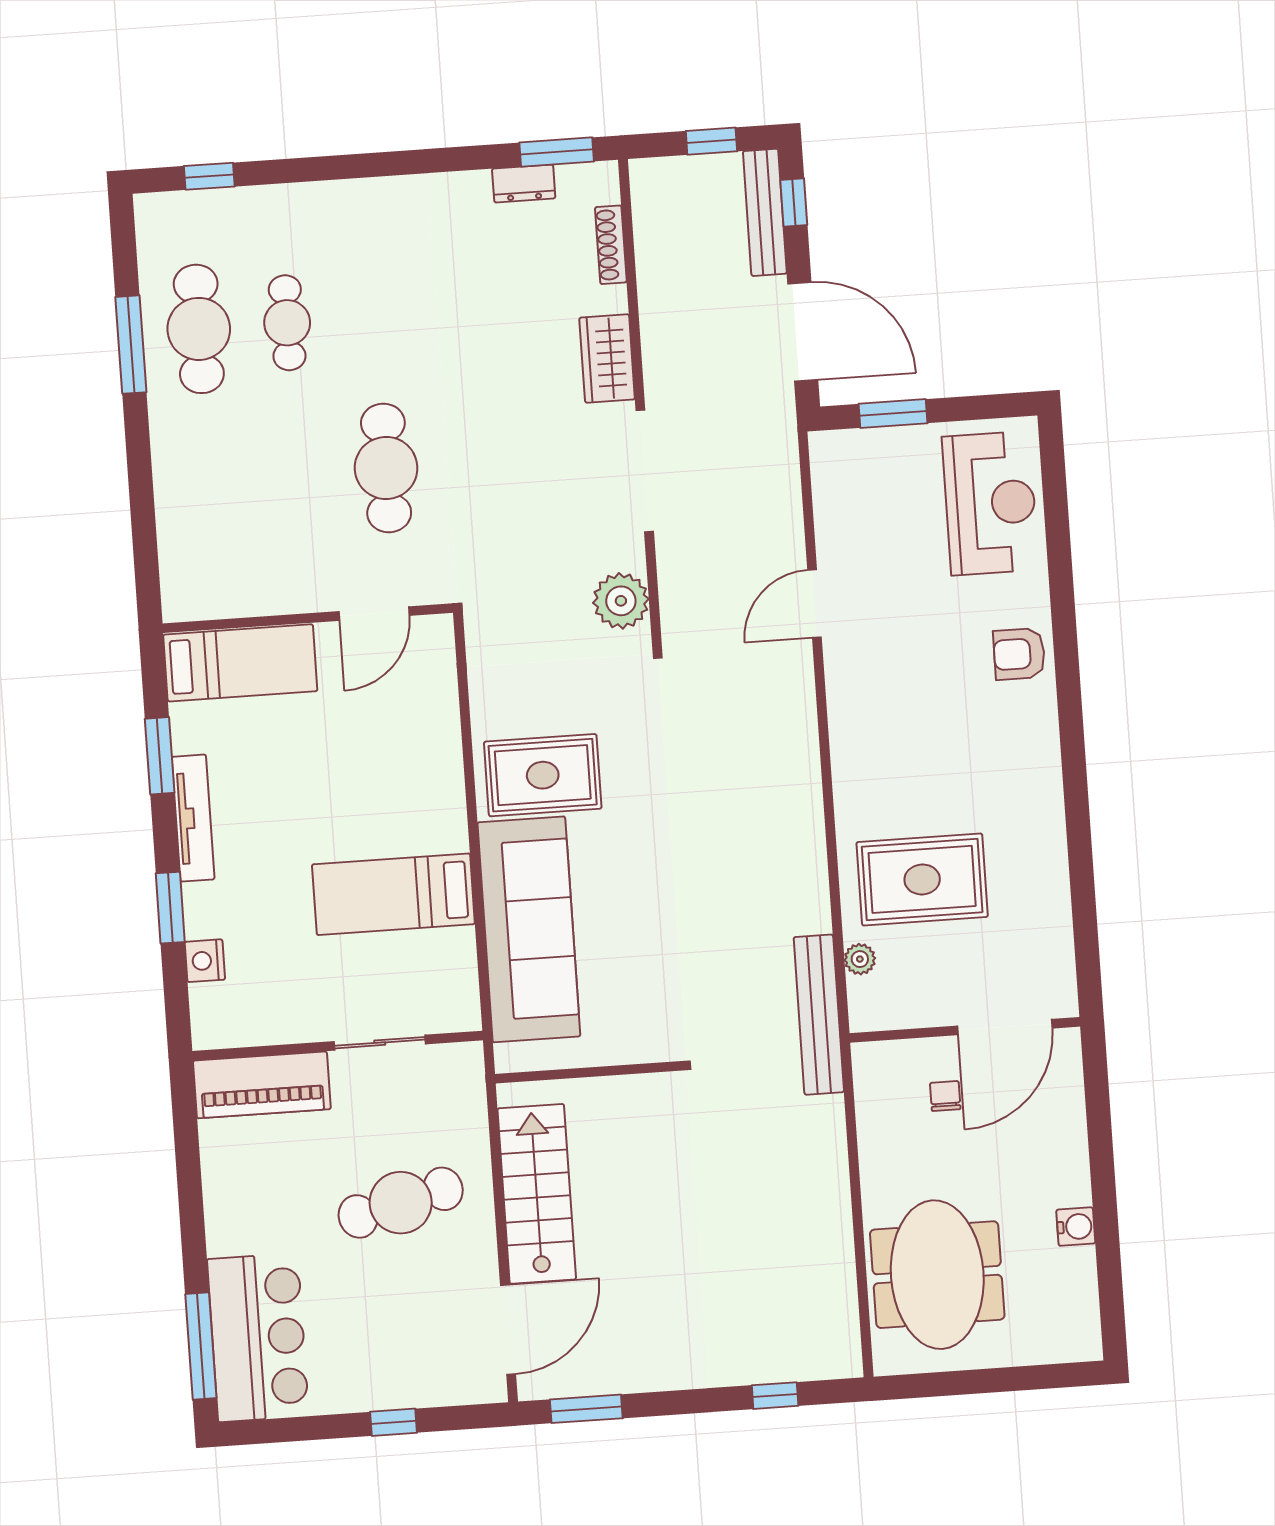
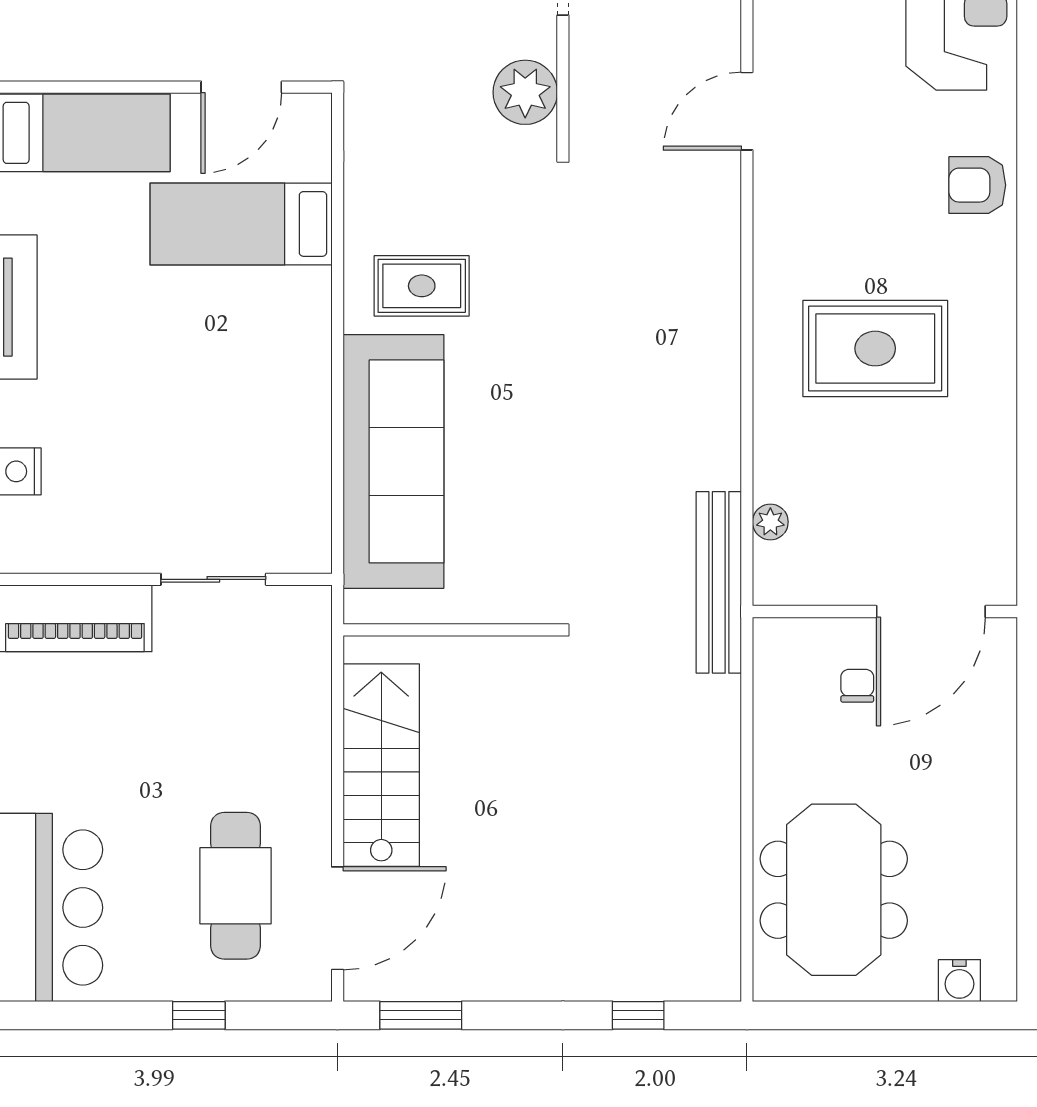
rug: (543, 775) -> (422, 286), width x0.73, depth x0.70
rug: (922, 879) -> (875, 349), moved
bed: (393, 894) -> (241, 224), moved
cafe table: (401, 1203) -> (236, 886), moved, turned -76
water cooler: (1076, 1227) -> (959, 981), moved, turned 90

